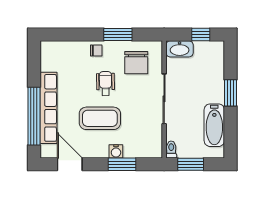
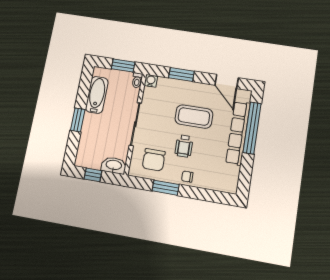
chair: (136, 63) -> (154, 160), turned 180
water cooler: (116, 151) -> (151, 81), moved

